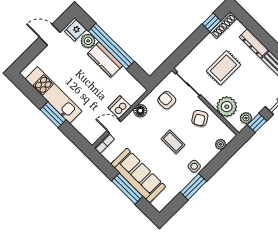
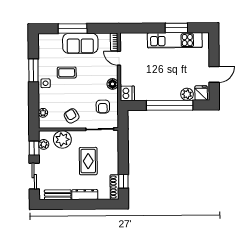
kitchen counter: (105, 60) -> (165, 93), removed
armchair: (167, 100) -> (103, 107), turned 90
dishwasher: (120, 107) -> (127, 93), moved
window: (53, 115) -> (176, 28), moved
door: (114, 126) -> (119, 58), swing flipped
coffee table: (173, 142) -> (67, 73), moved
sofa: (138, 175) -> (80, 43), width x0.73

